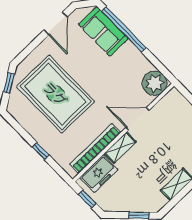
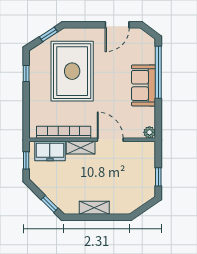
sofa: (103, 31) -> (143, 85), moved
plant: (155, 83) -> (149, 132), width x0.53, depth x0.53
window: (41, 151) -> (26, 73), moved

